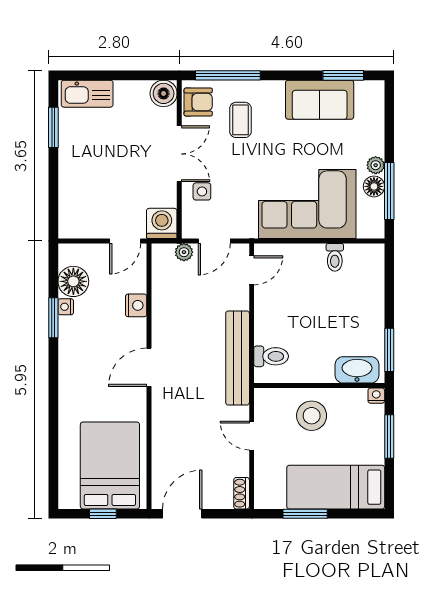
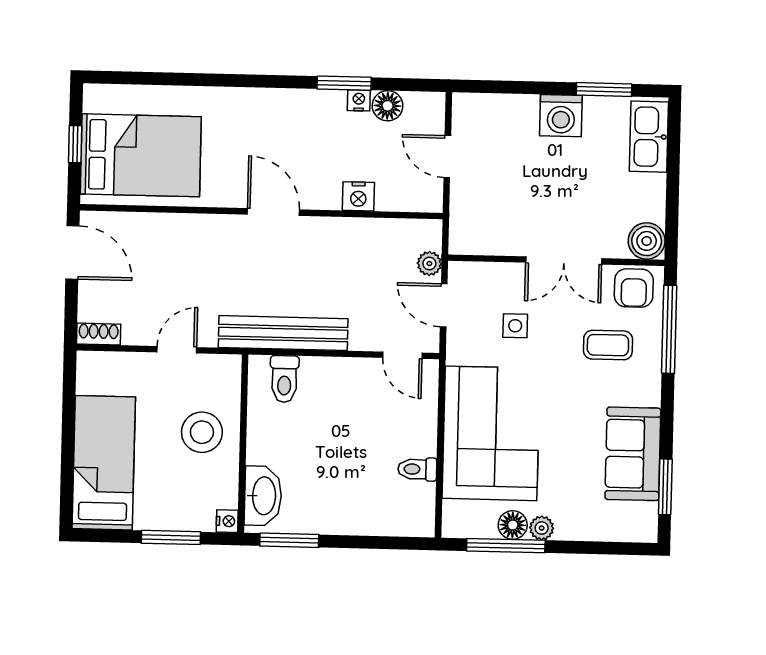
side table: (202, 191) -> (515, 326), moved
washing machine: (162, 223) -> (561, 116), moved, turned 90
door: (125, 241) -> (447, 157), moved
floor lamp: (73, 281) -> (388, 106), width x0.73, depth x0.73
window: (305, 514) -> (68, 420), removed

